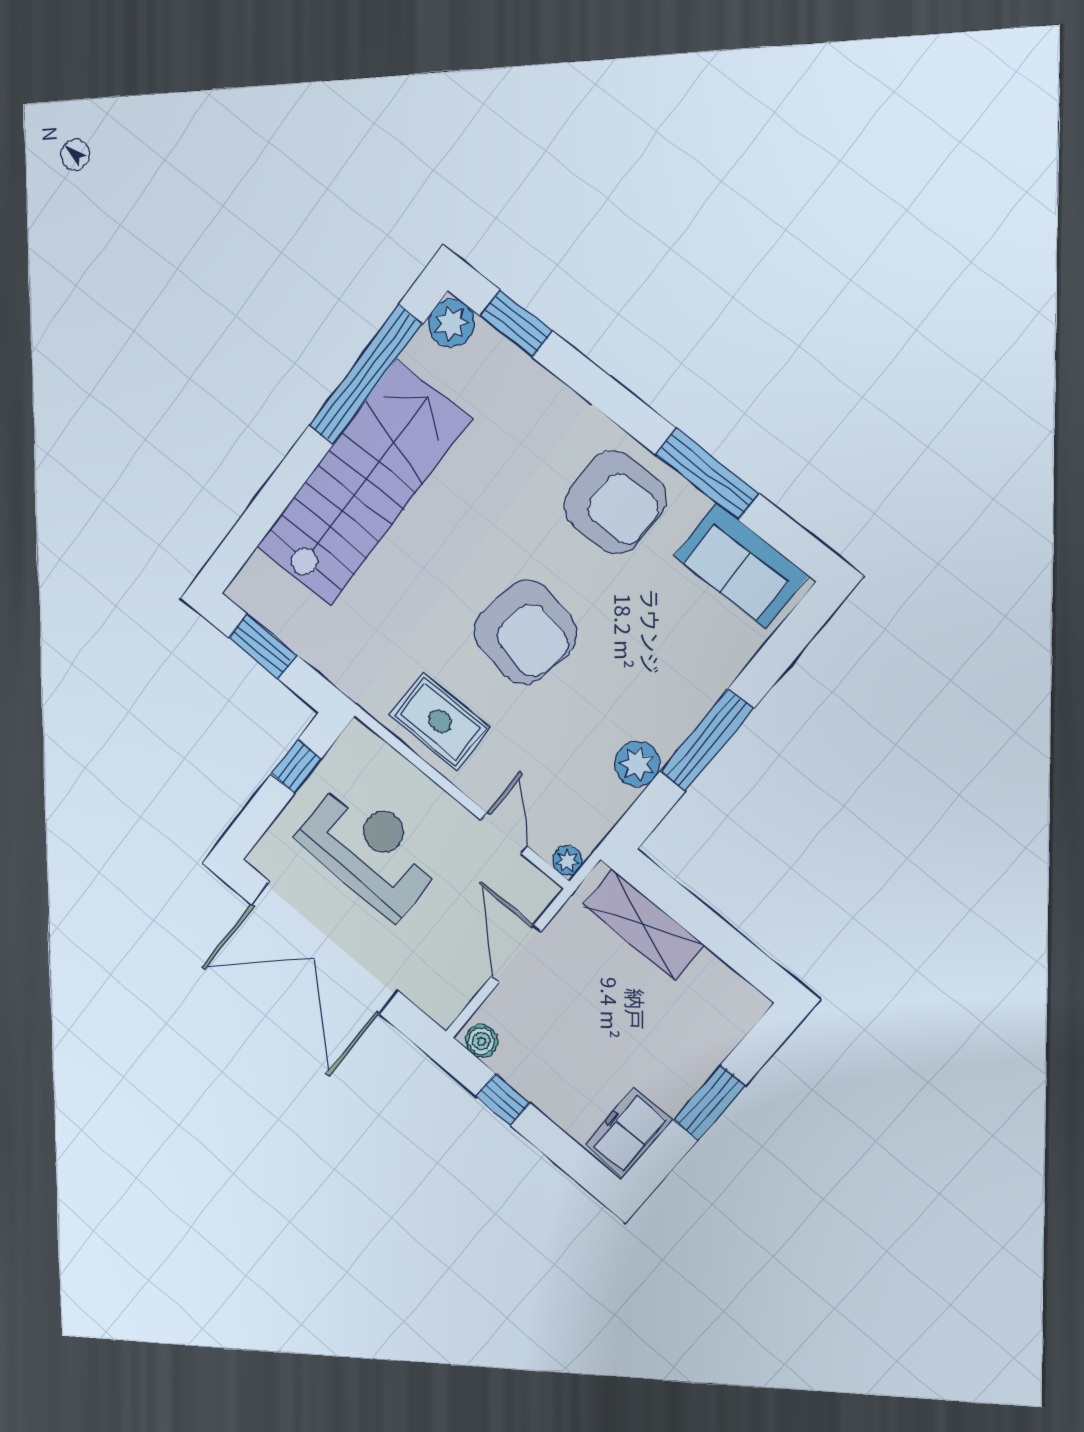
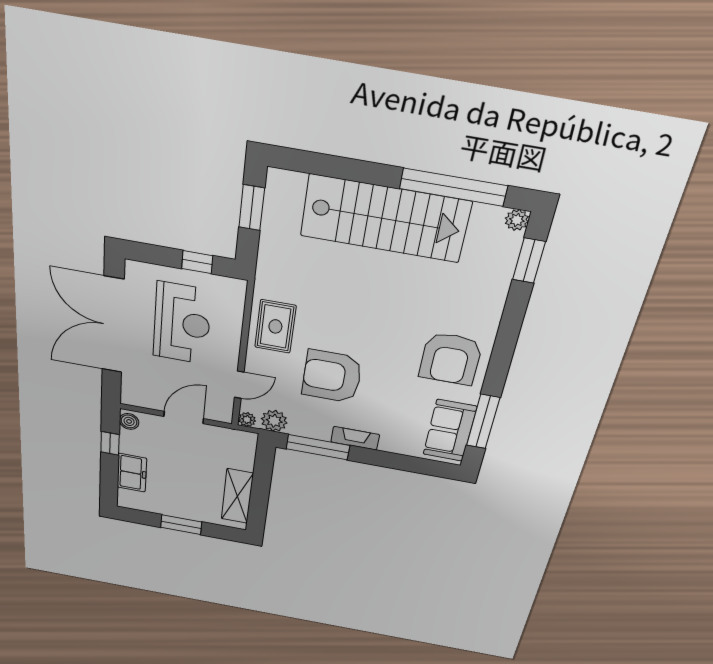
plant: (451, 323) -> (517, 220), width x0.73, depth x0.73
window: (707, 474) -> (483, 422), moved
armchair: (525, 632) -> (332, 376), moved, turned 80
fireplace: (683, 717) -> (355, 438), added
window: (707, 740) -> (318, 447), moved
plant: (637, 764) -> (274, 421), moved
shelving: (643, 925) -> (237, 496), moved
freezer: (628, 1132) -> (132, 473), moved, turned 90

